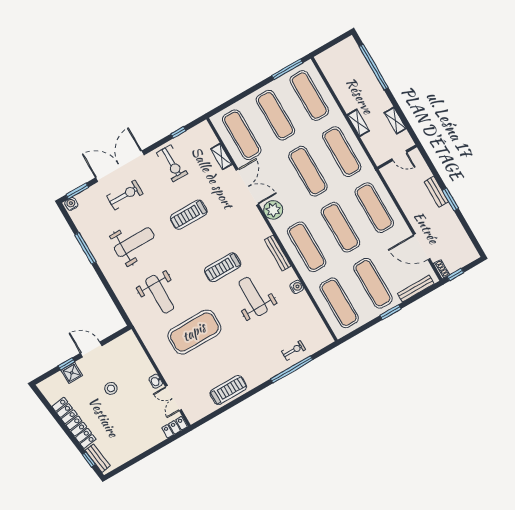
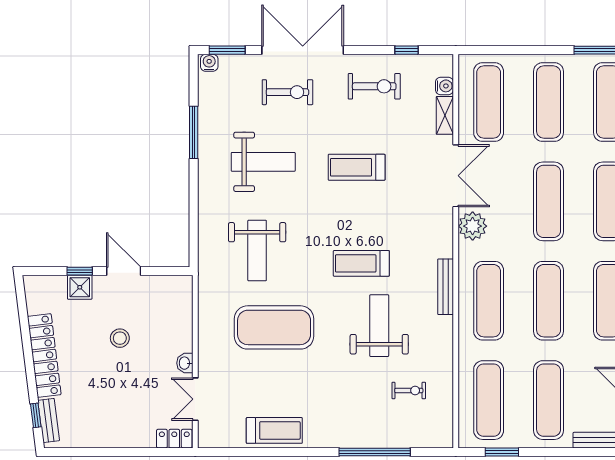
exercise bike: (172, 163) -> (374, 86), turned -90
water cooler: (297, 287) -> (444, 86), moved
window: (390, 312) -> (502, 452), moved
exercise bike: (294, 350) -> (409, 391), moved

